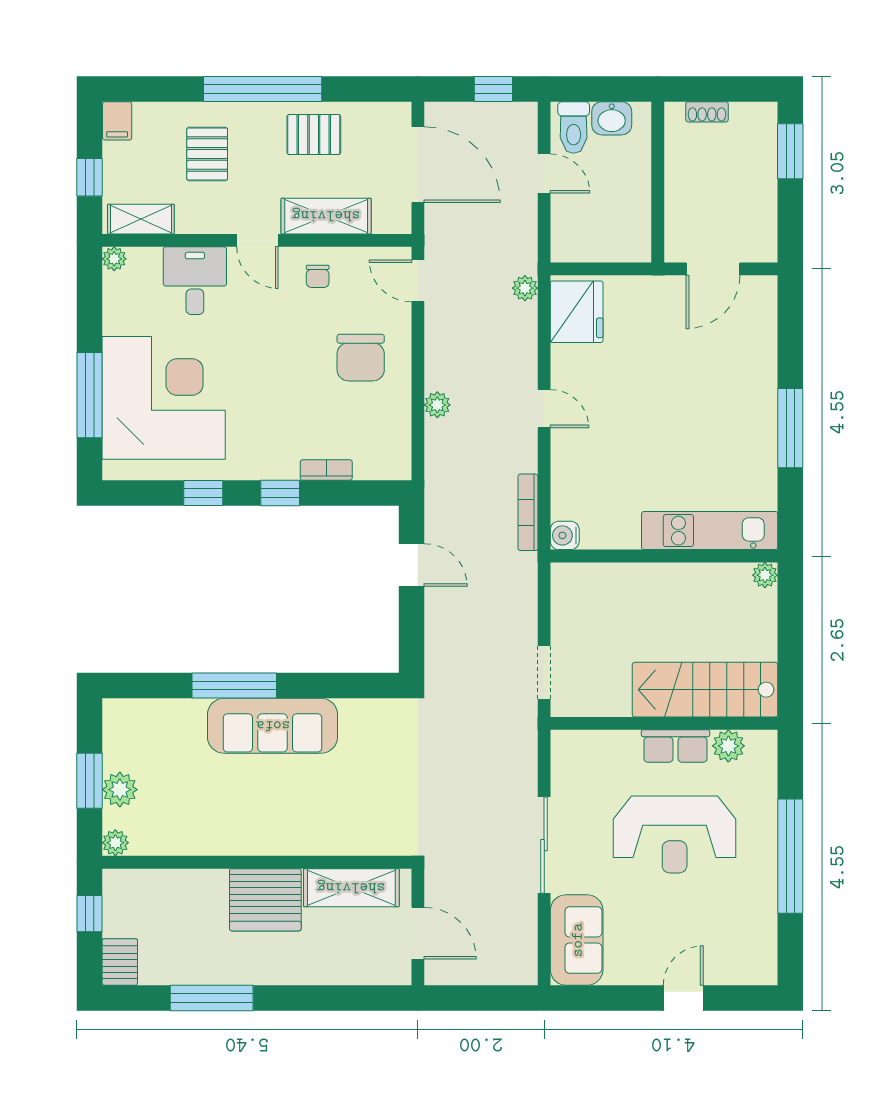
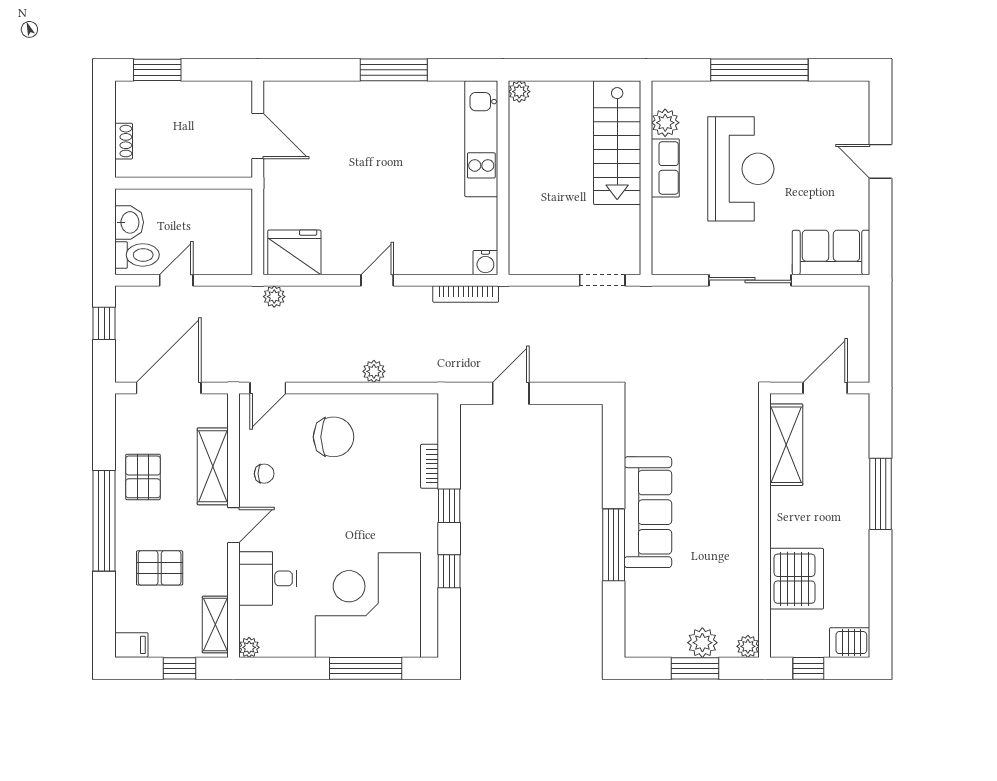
server rack: (265, 900) -> (797, 579), moved
window: (212, 998) -> (880, 494), moved

